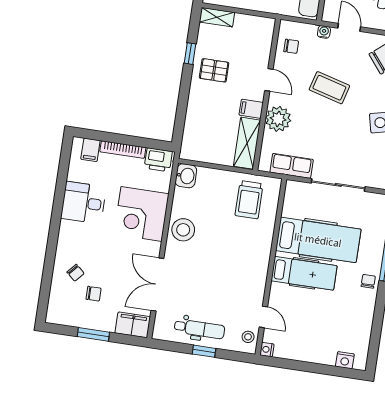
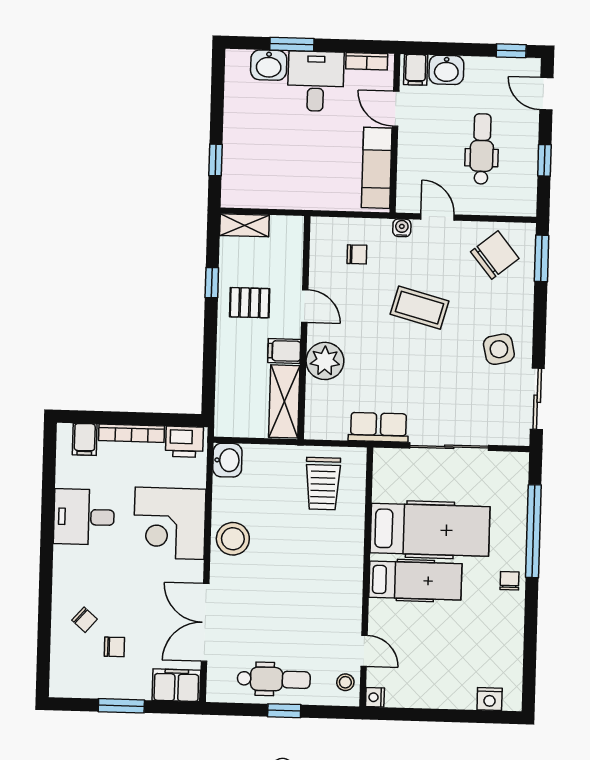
door: (269, 80) -> (305, 306), moved
wall: (267, 95) -> (304, 328), moved
filing cabinet: (251, 109) -> (284, 351), moved
plant: (278, 119) -> (325, 361), moved
shelving: (247, 143) -> (284, 401), moved

